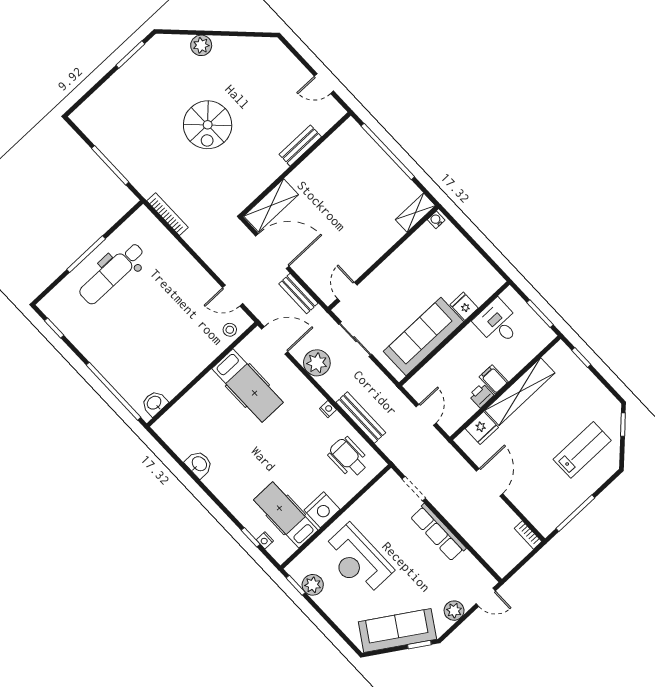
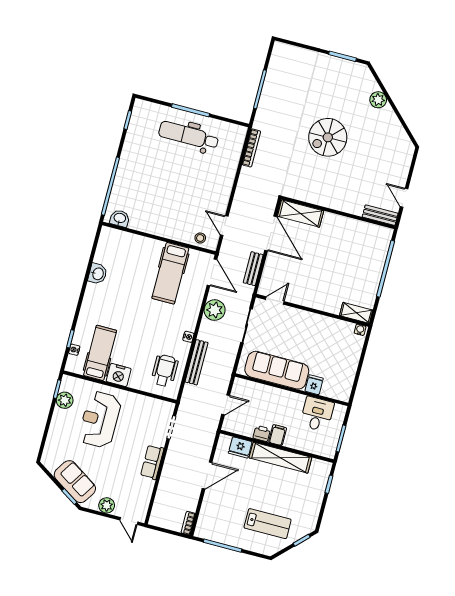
bench: (300, 146) -> (380, 215), moved
row of seats: (438, 532) -> (152, 462), width x0.68
sofa: (397, 630) -> (75, 482), width x0.73

